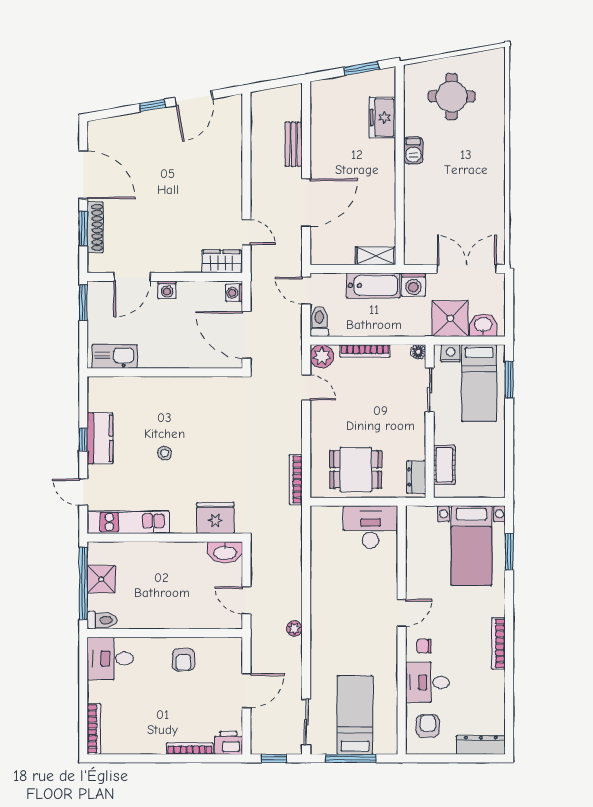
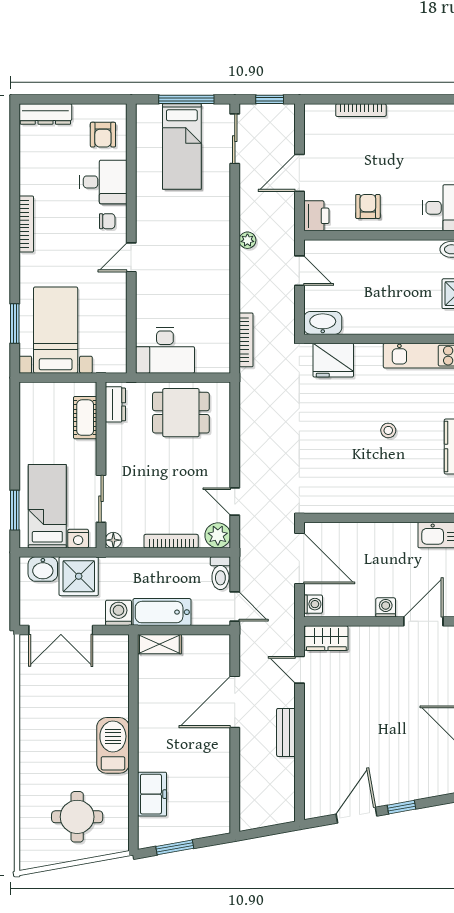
bench: (294, 144) -> (286, 732), moved
barbecue: (413, 150) -> (113, 745), width x1.88, depth x1.53
bookcase: (296, 480) -> (246, 340), moved
printer: (228, 743) -> (316, 216), moved, turned -90

